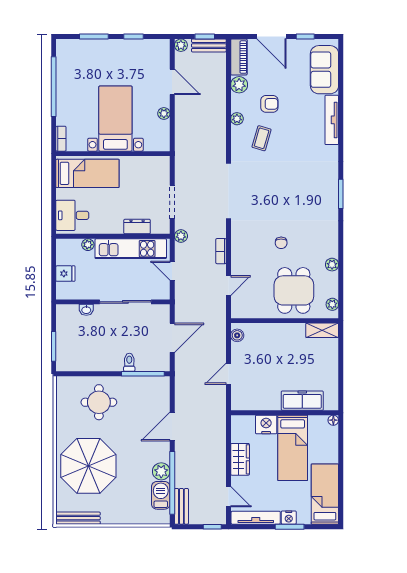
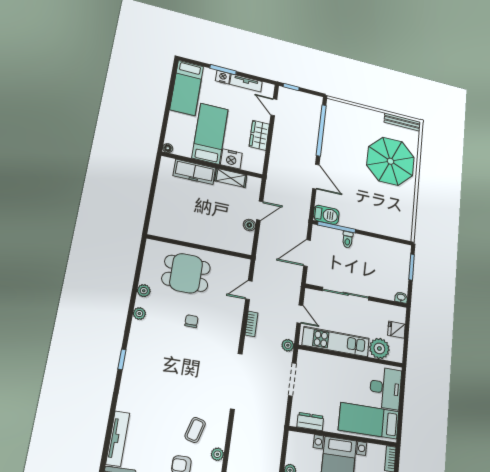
window: (341, 194) -> (122, 359), width x0.67
desk: (72, 215) -> (386, 388), width x1.37
dresser: (137, 227) -> (310, 421), moved, turned 180
plant: (88, 245) -> (379, 348), width x1.87, depth x1.87
dining table: (294, 290) -> (186, 273), turned 90
plant: (332, 304) -> (139, 314), moved
washbasin: (86, 310) -> (401, 297), moved
shelving: (322, 330) -> (231, 178), moved
boiler: (237, 335) -> (249, 225), moved
round table: (99, 402) -> (377, 211), removed
door: (172, 427) -> (316, 177), hinge flipped
plant: (161, 471) -> (330, 142), removed
barbecue: (161, 495) -> (326, 215), moved, turned -90
bench: (181, 506) -> (316, 110), removed
tv unit: (256, 518) -> (246, 83), width x0.71

